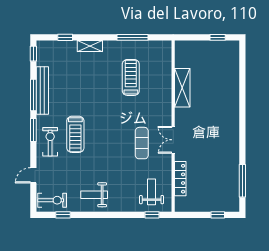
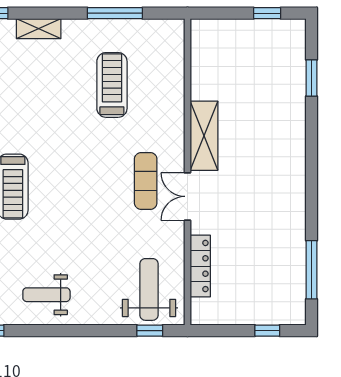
window: (242, 74) -> (312, 78), added
shelving: (182, 88) -> (204, 136), moved
exercise mat: (142, 143) -> (146, 181), moved
weight bench: (152, 192) -> (149, 289), width x1.36, depth x1.33

